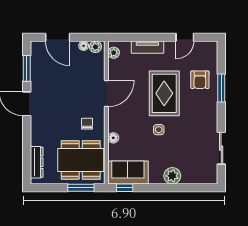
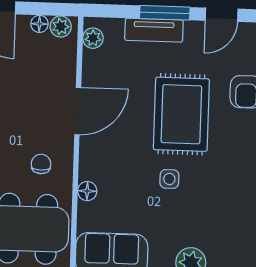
window: (153, 37) -> (165, 13), added

